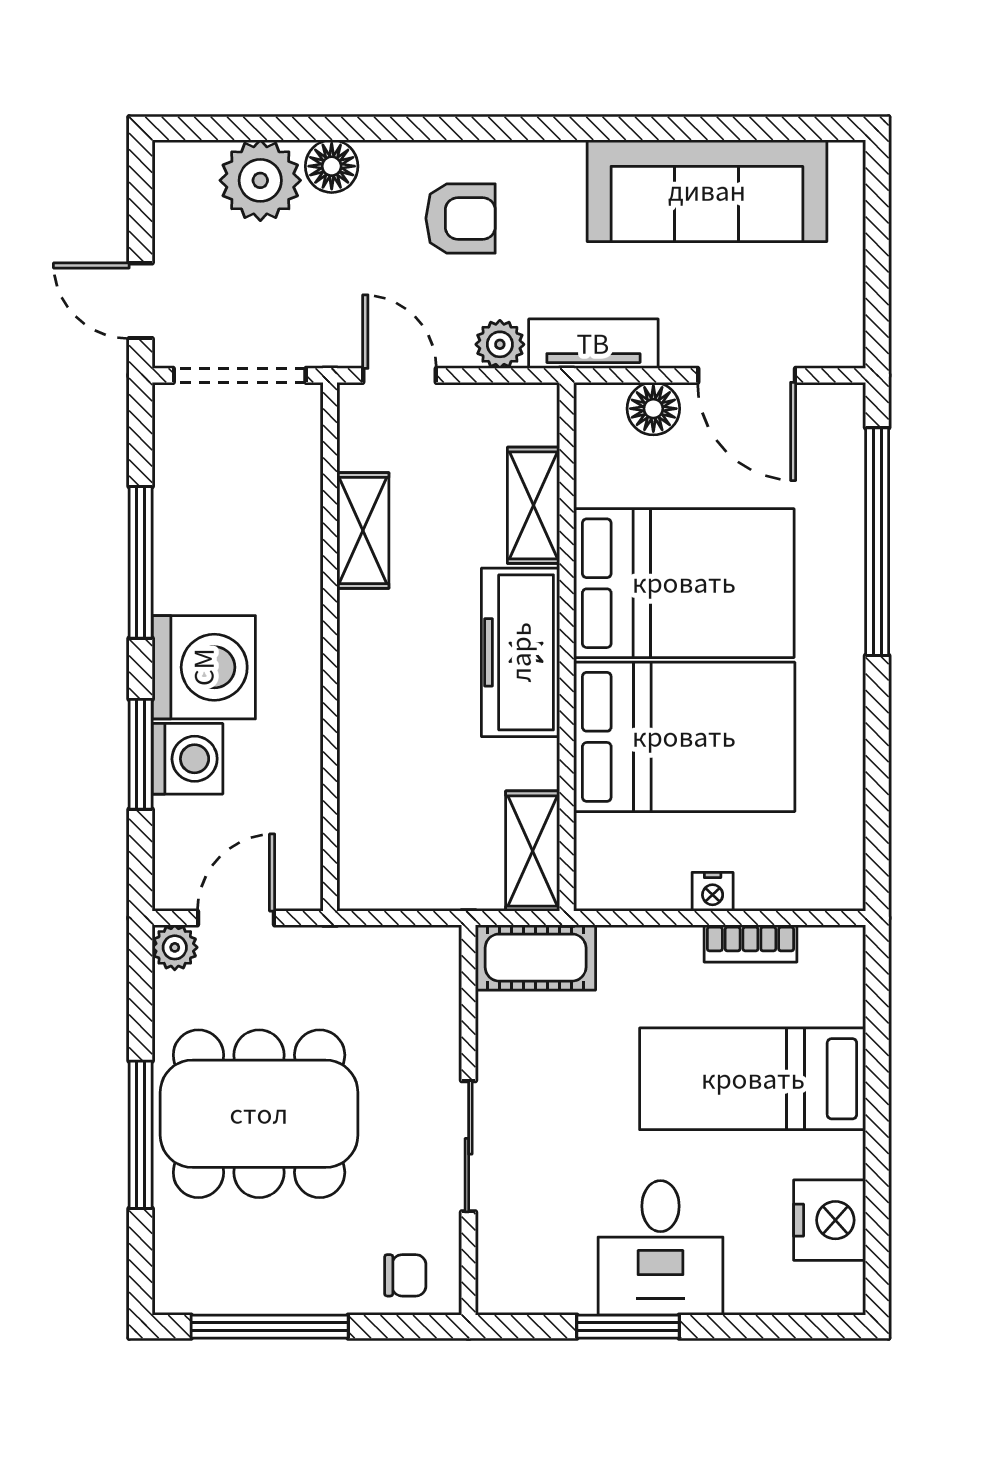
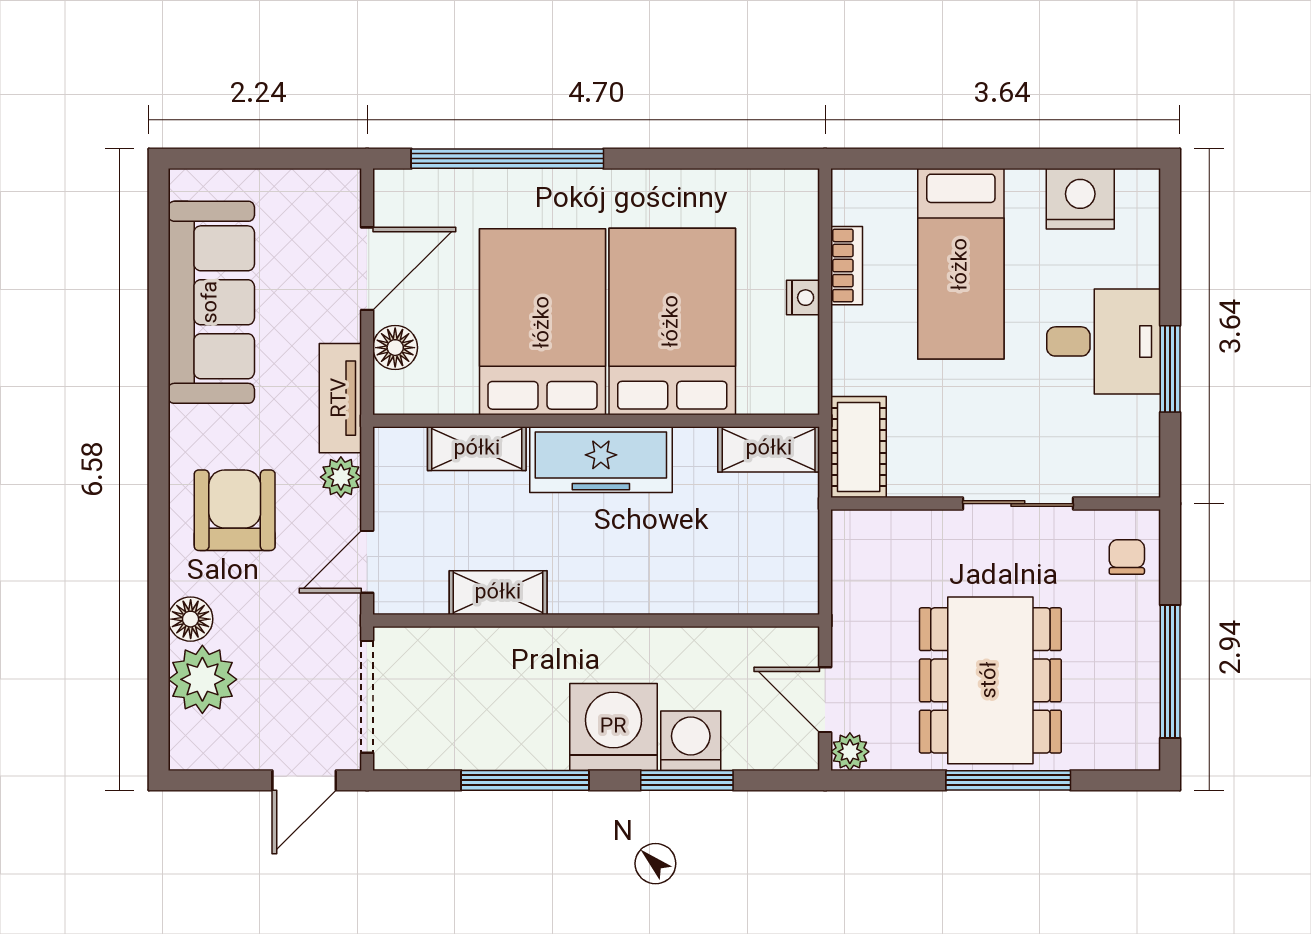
armchair: (461, 218) -> (235, 510), width x1.38, depth x1.38

